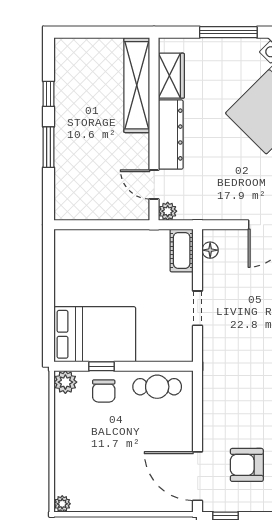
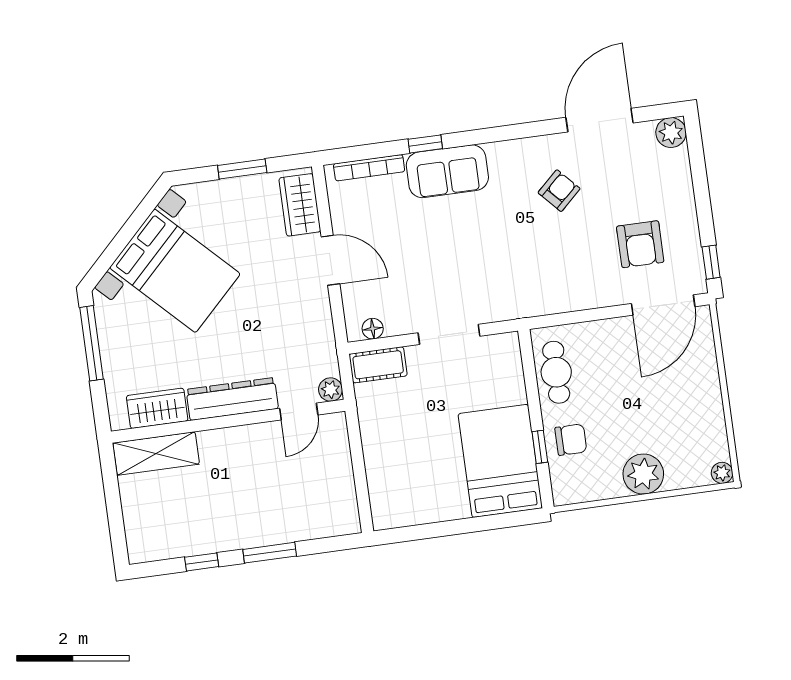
shelving: (137, 85) -> (156, 453), width x0.68
doorway: (198, 308) -> (449, 334), width x1.38
plant: (65, 382) -> (643, 474), moved, width x1.36, depth x1.36

